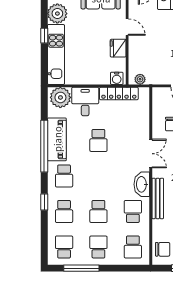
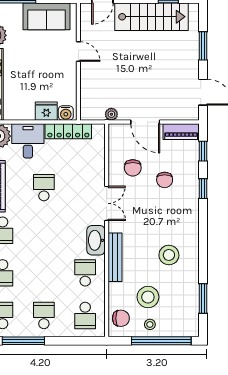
fridge: (118, 48) -> (46, 111), moved, turned 90
plant: (140, 79) -> (111, 114), moved
school desk: (98, 140) -> (44, 188), turned 180
school desk: (98, 211) -> (44, 273), removed

